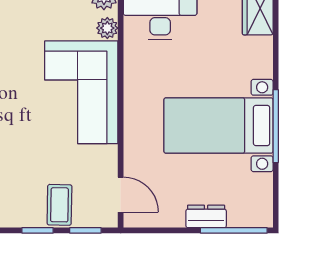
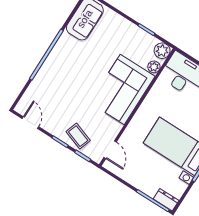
coffee table: (59, 205) -> (78, 136), turned -72
dresser: (206, 216) -> (166, 200), moved

